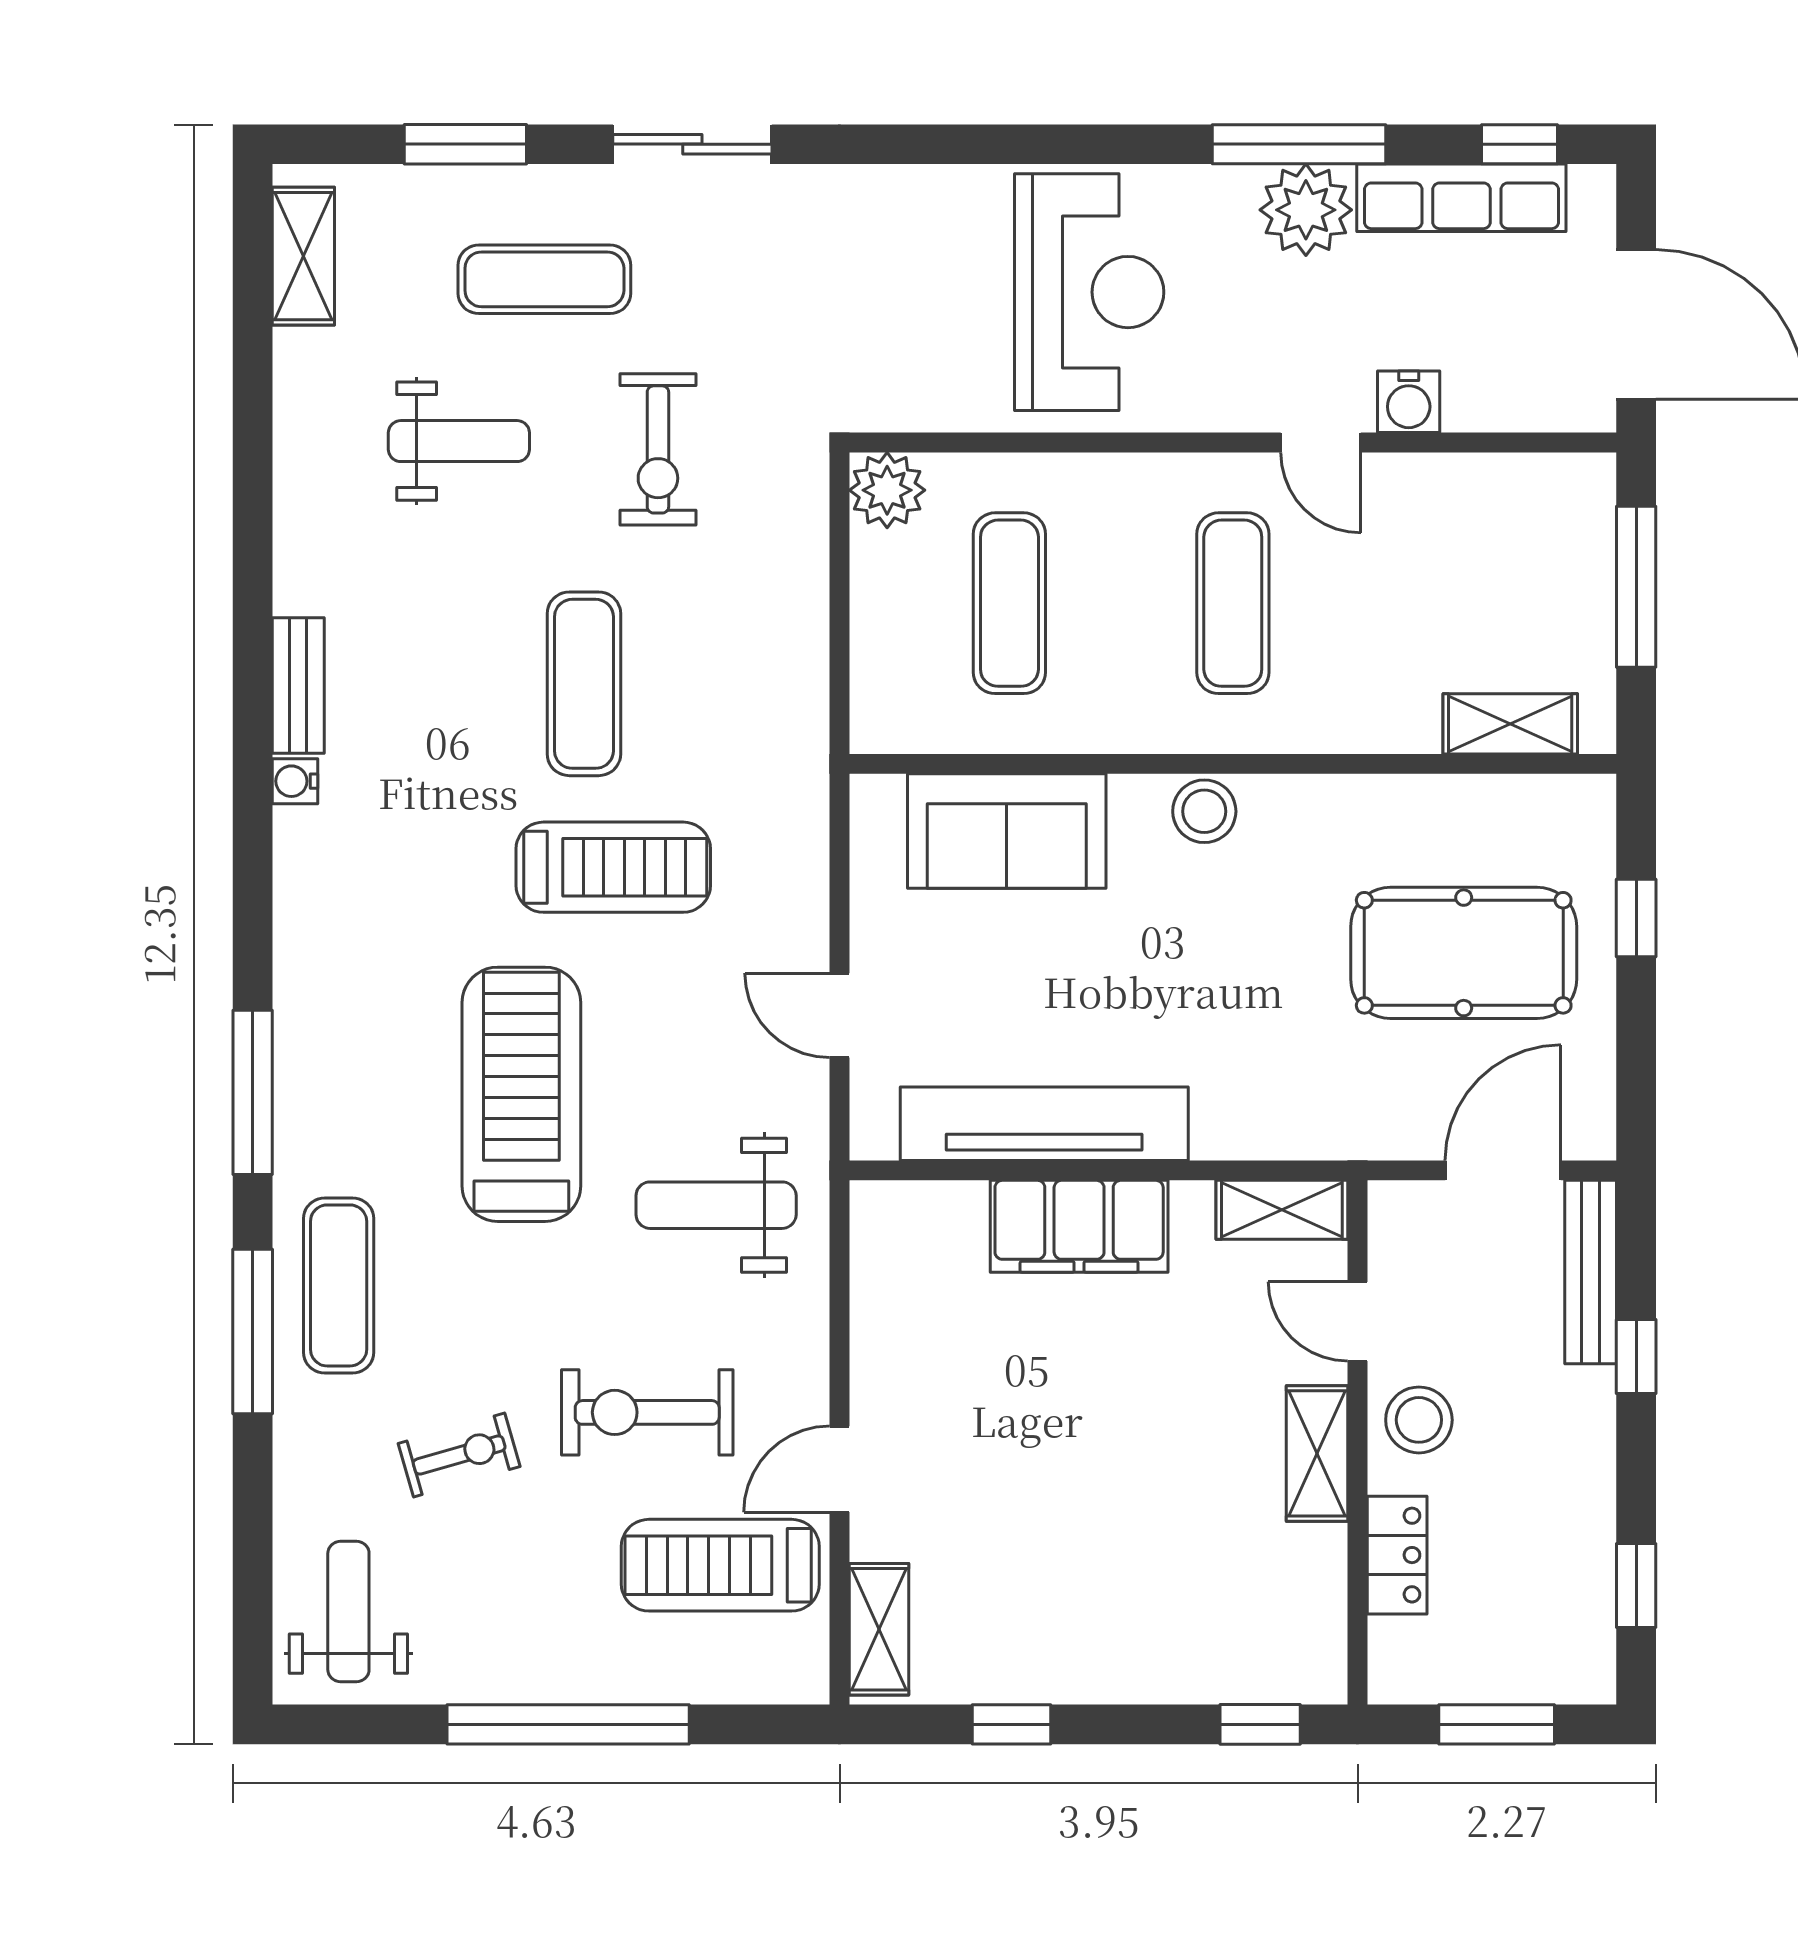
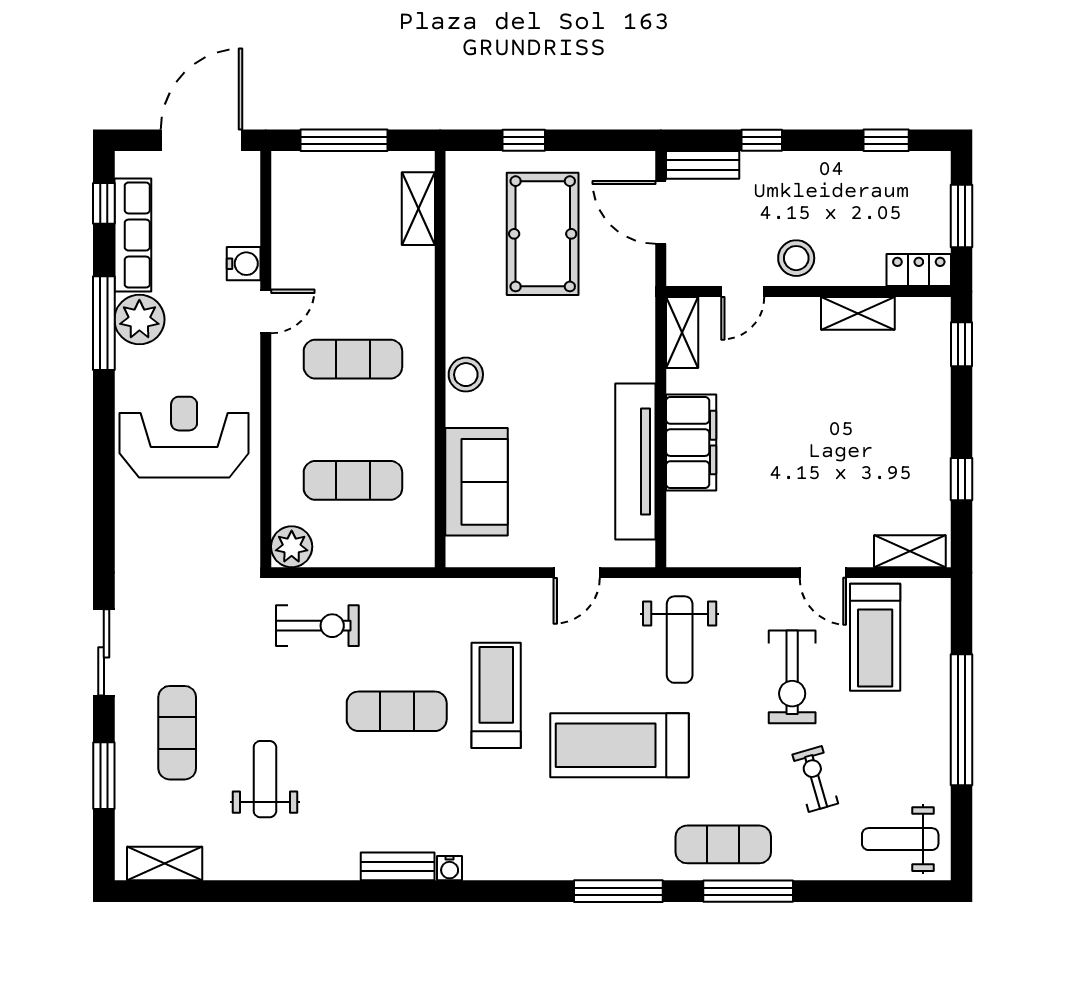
exercise bike: (658, 449) -> (317, 626), moved
bench: (1591, 1272) -> (703, 165), width x0.73
shelving: (1317, 1453) -> (858, 313), moved
locker: (1397, 1555) -> (919, 270), moved

